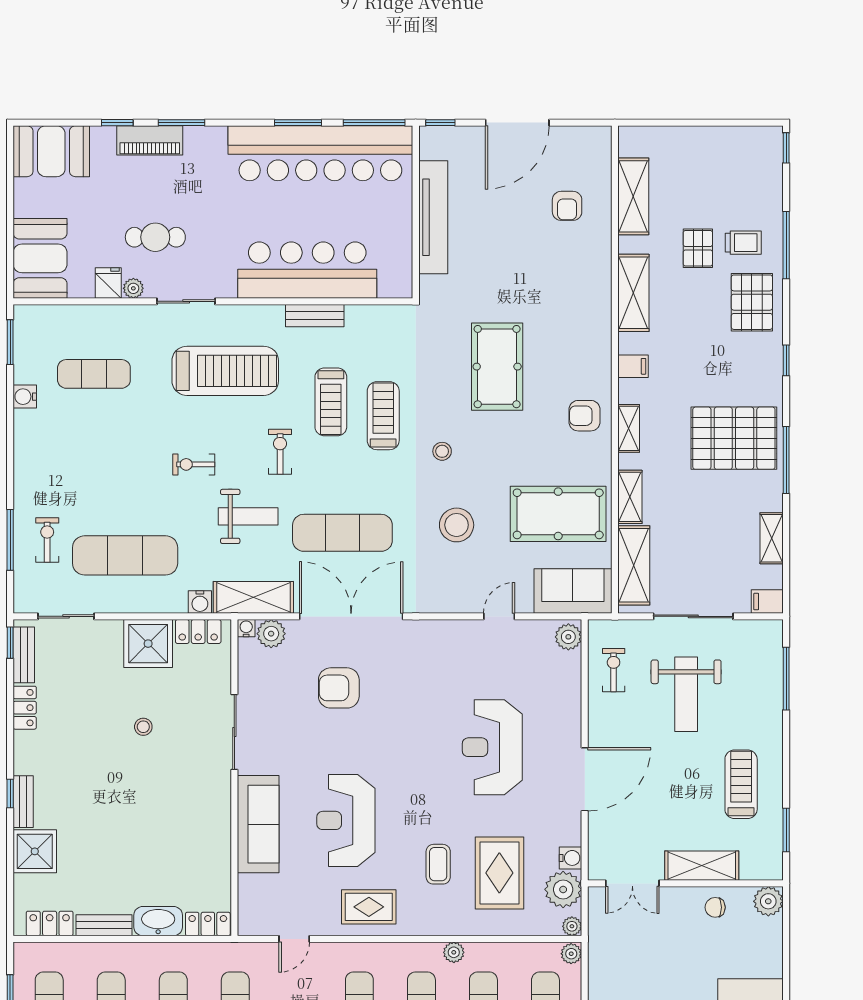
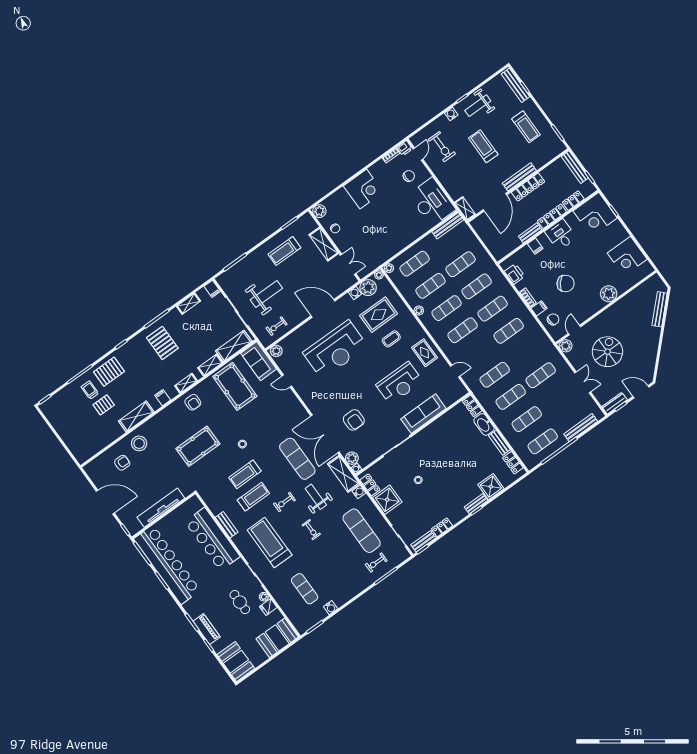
shelving: (633, 196) -> (102, 441), removed
pallet: (734, 438) -> (162, 343), width x0.73, depth x0.71
stool: (457, 525) -> (139, 443), moved
reception desk: (492, 747) -> (335, 350), width x1.36, depth x1.30

